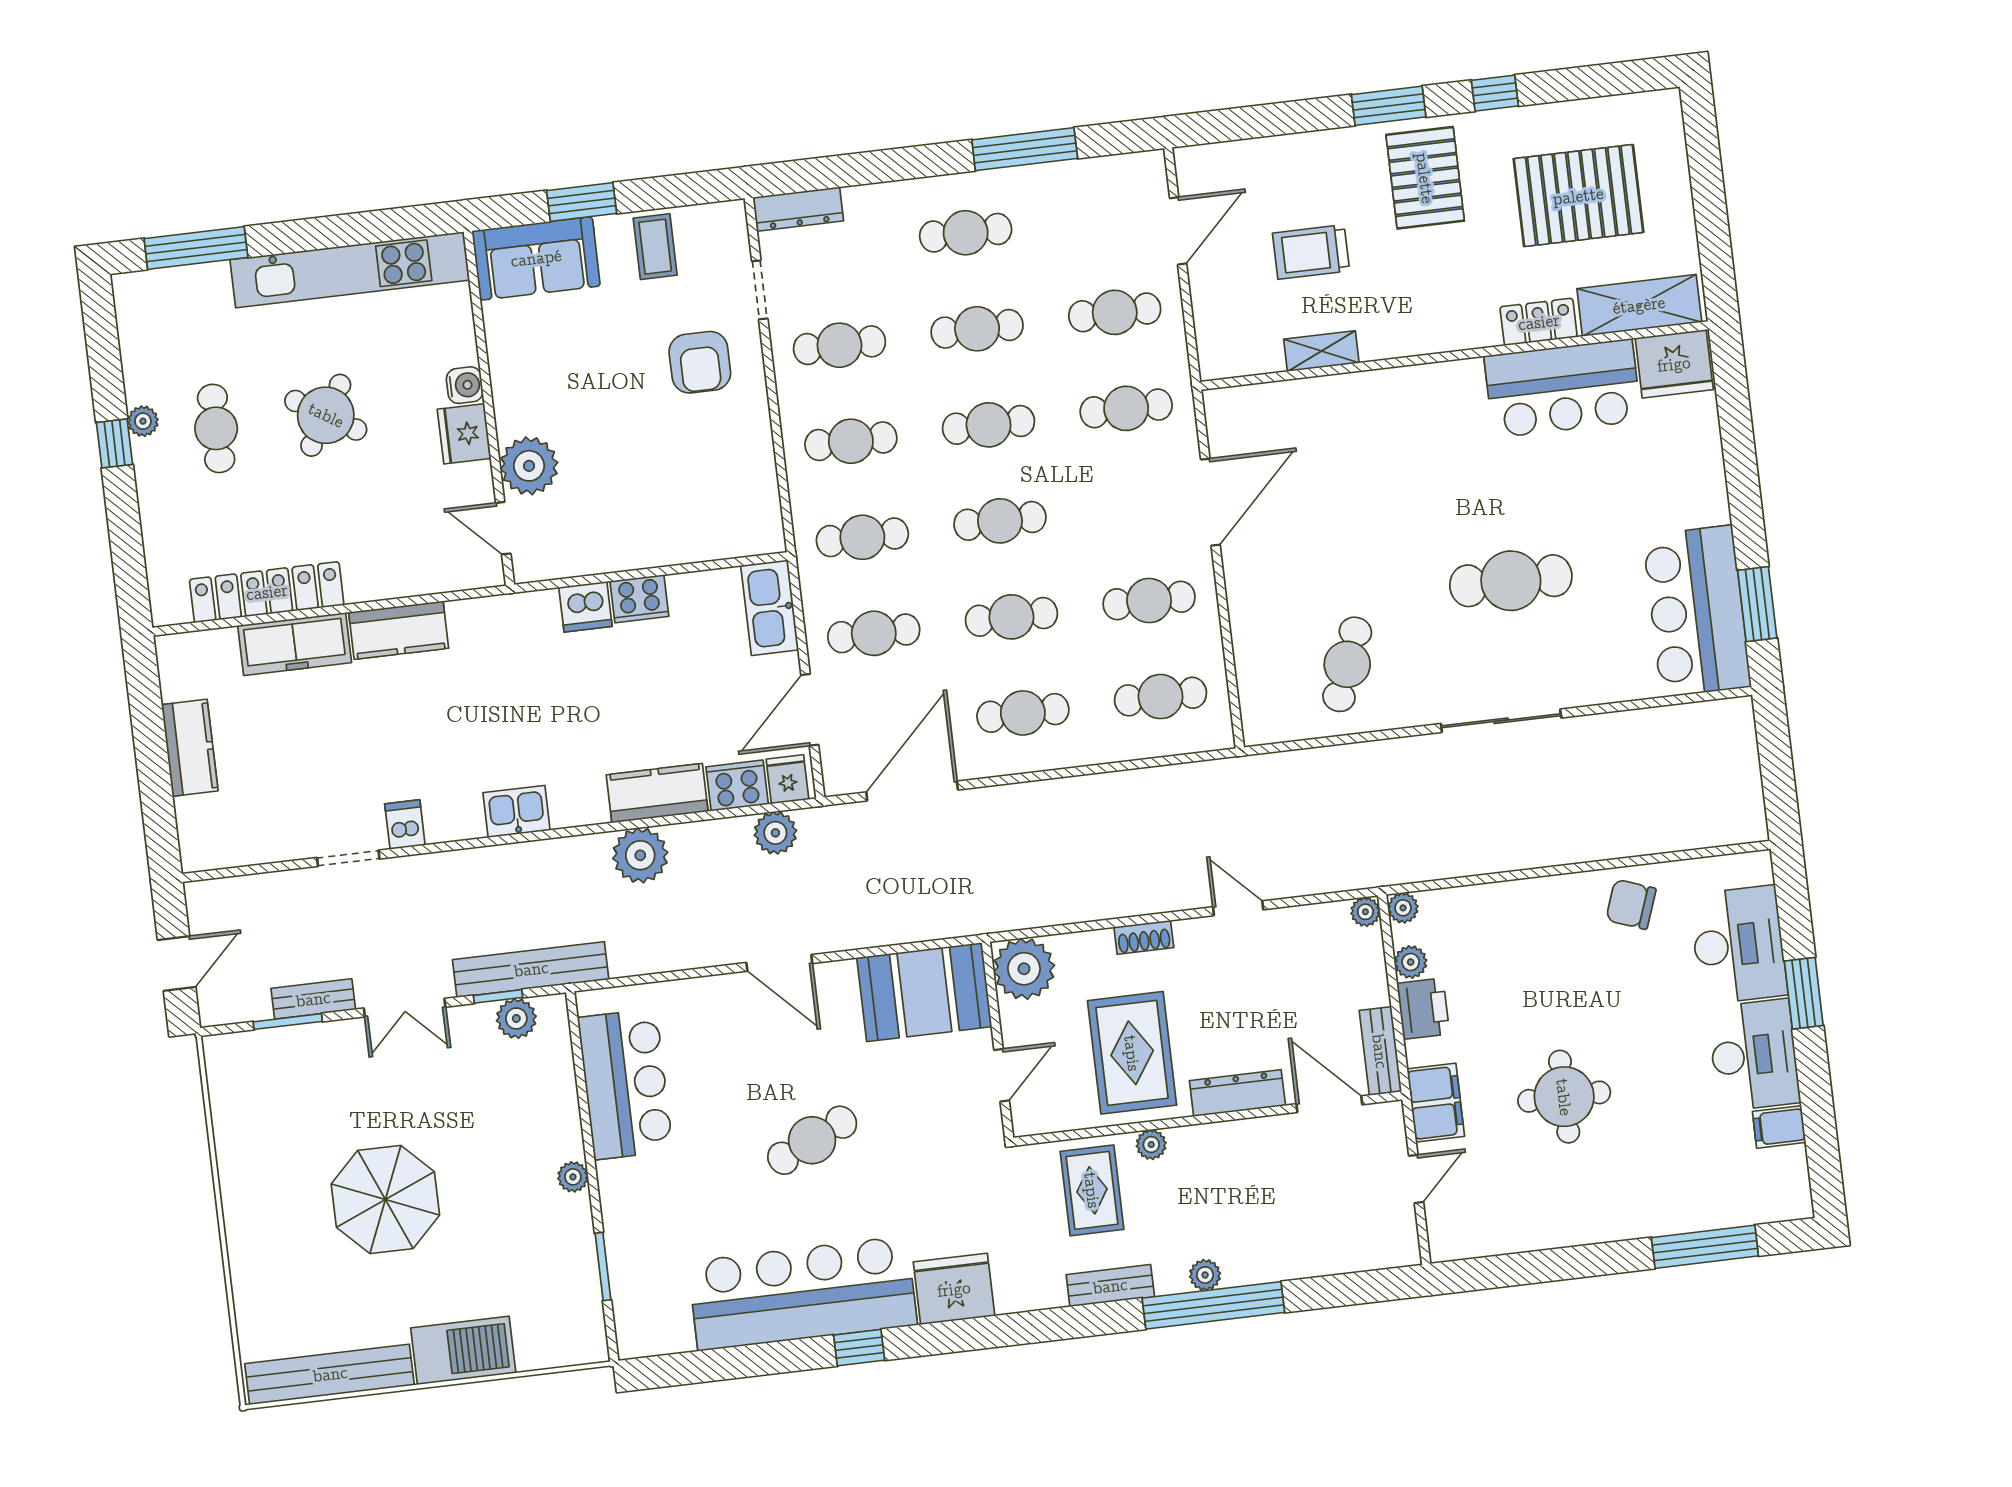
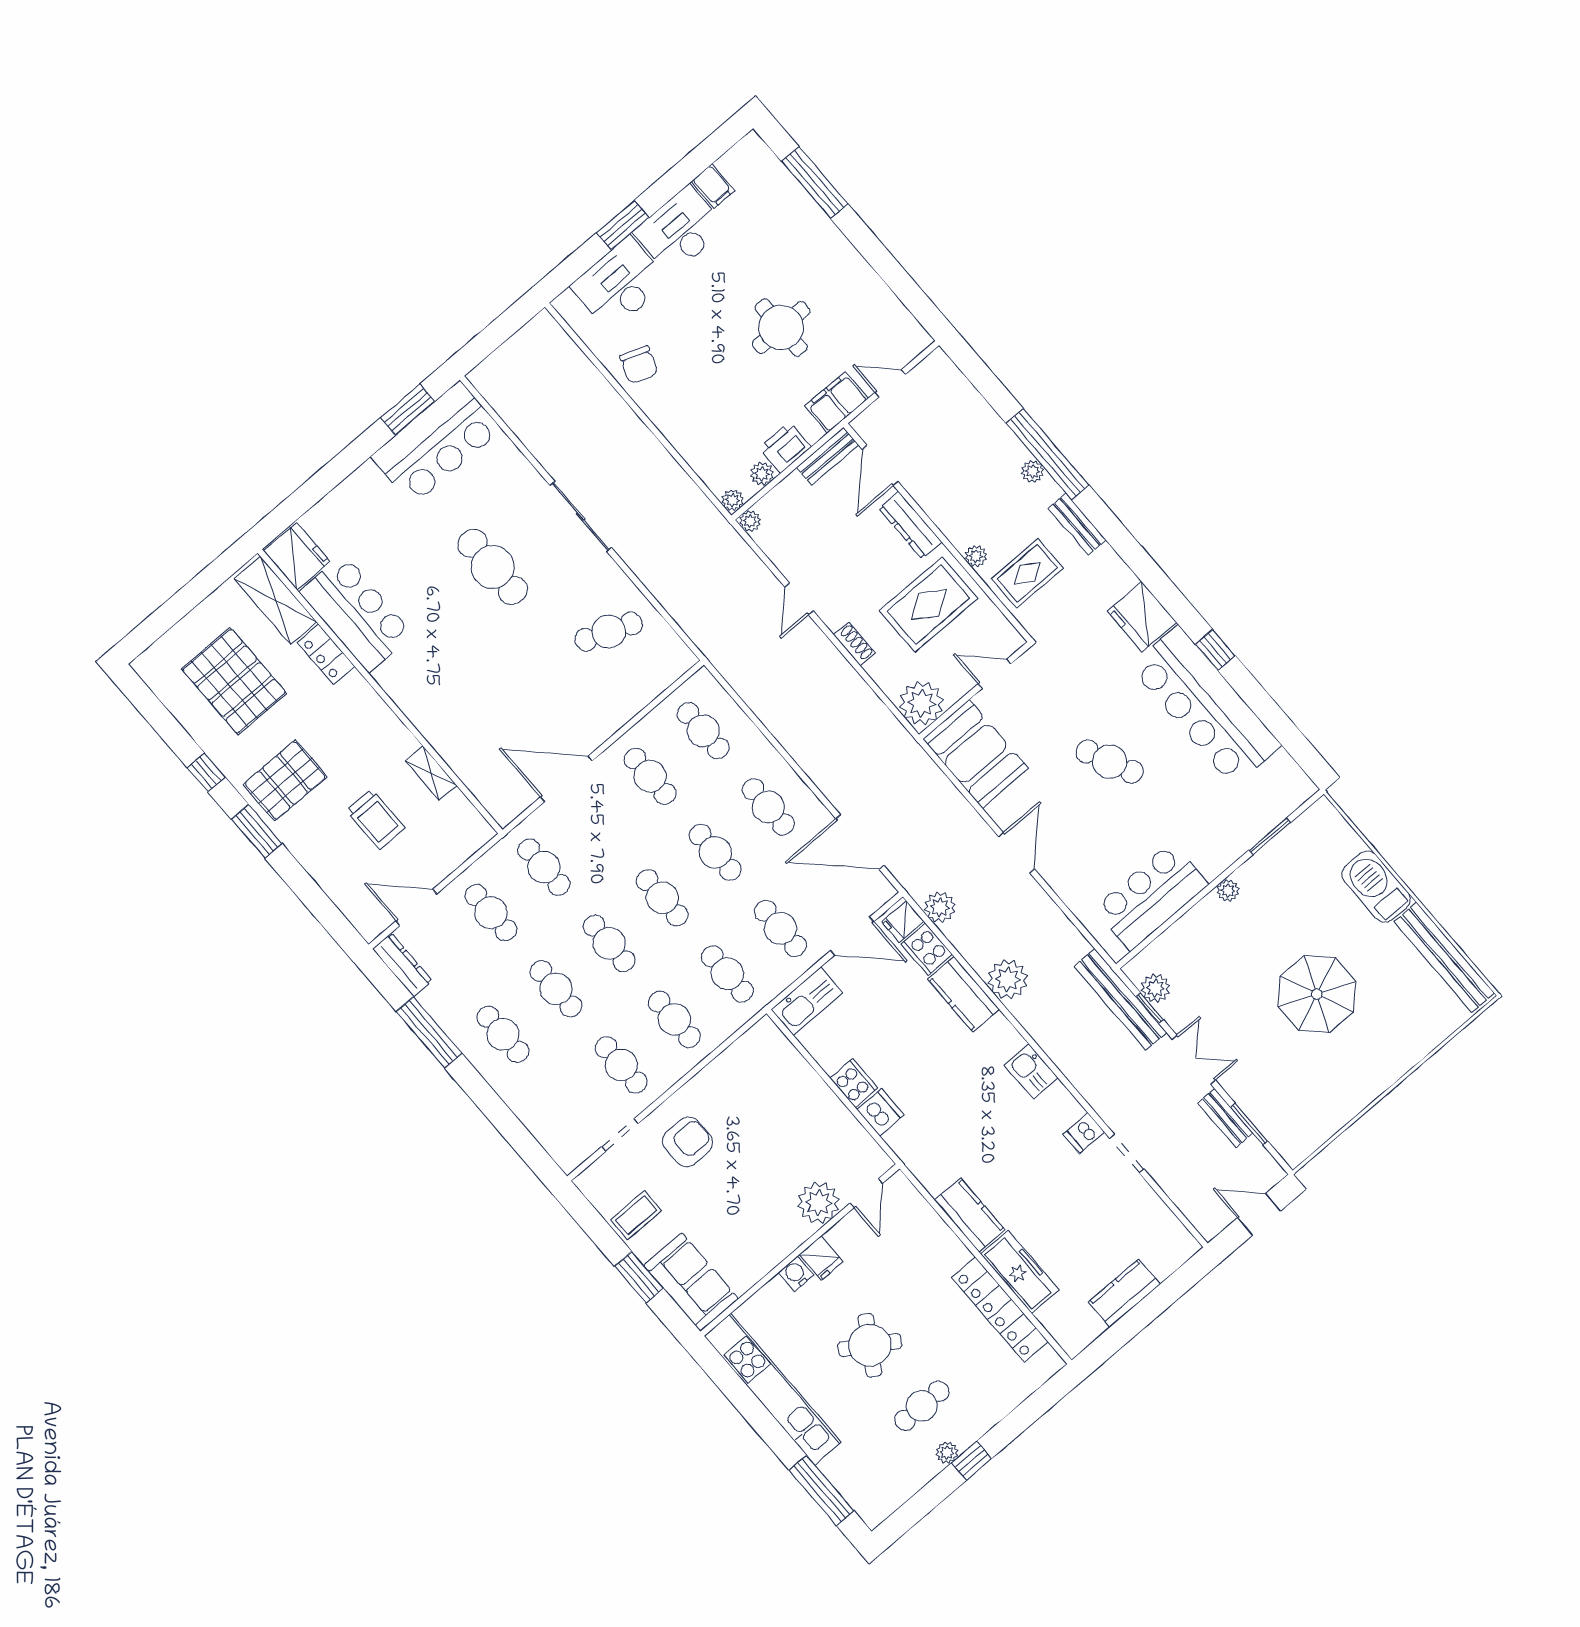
dresser: (798, 209) -> (402, 965), moved
fridge: (464, 434) -> (821, 1258), width x0.72

